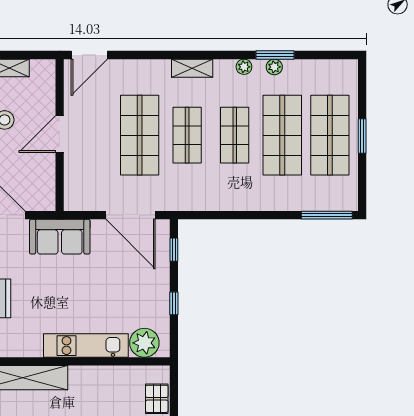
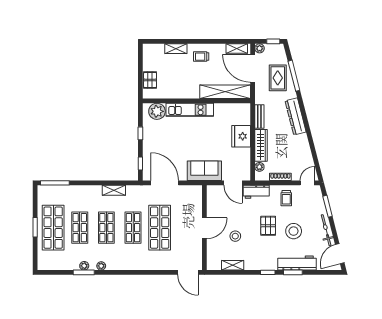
door: (89, 55) -> (188, 272), swing flipped
shelving: (192, 68) -> (114, 190), moved
shop shelf: (282, 135) -> (80, 228), width x0.70, depth x0.74

